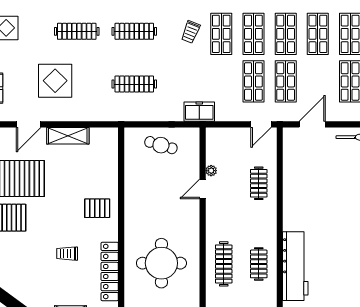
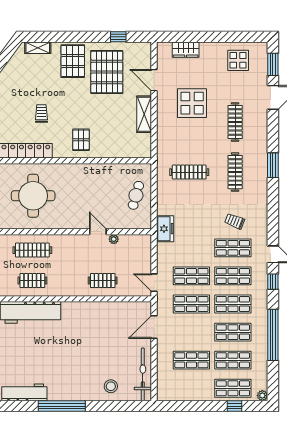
clothes rail: (134, 84) -> (189, 172), turned 90
door: (312, 124) -> (154, 327), swing flipped

